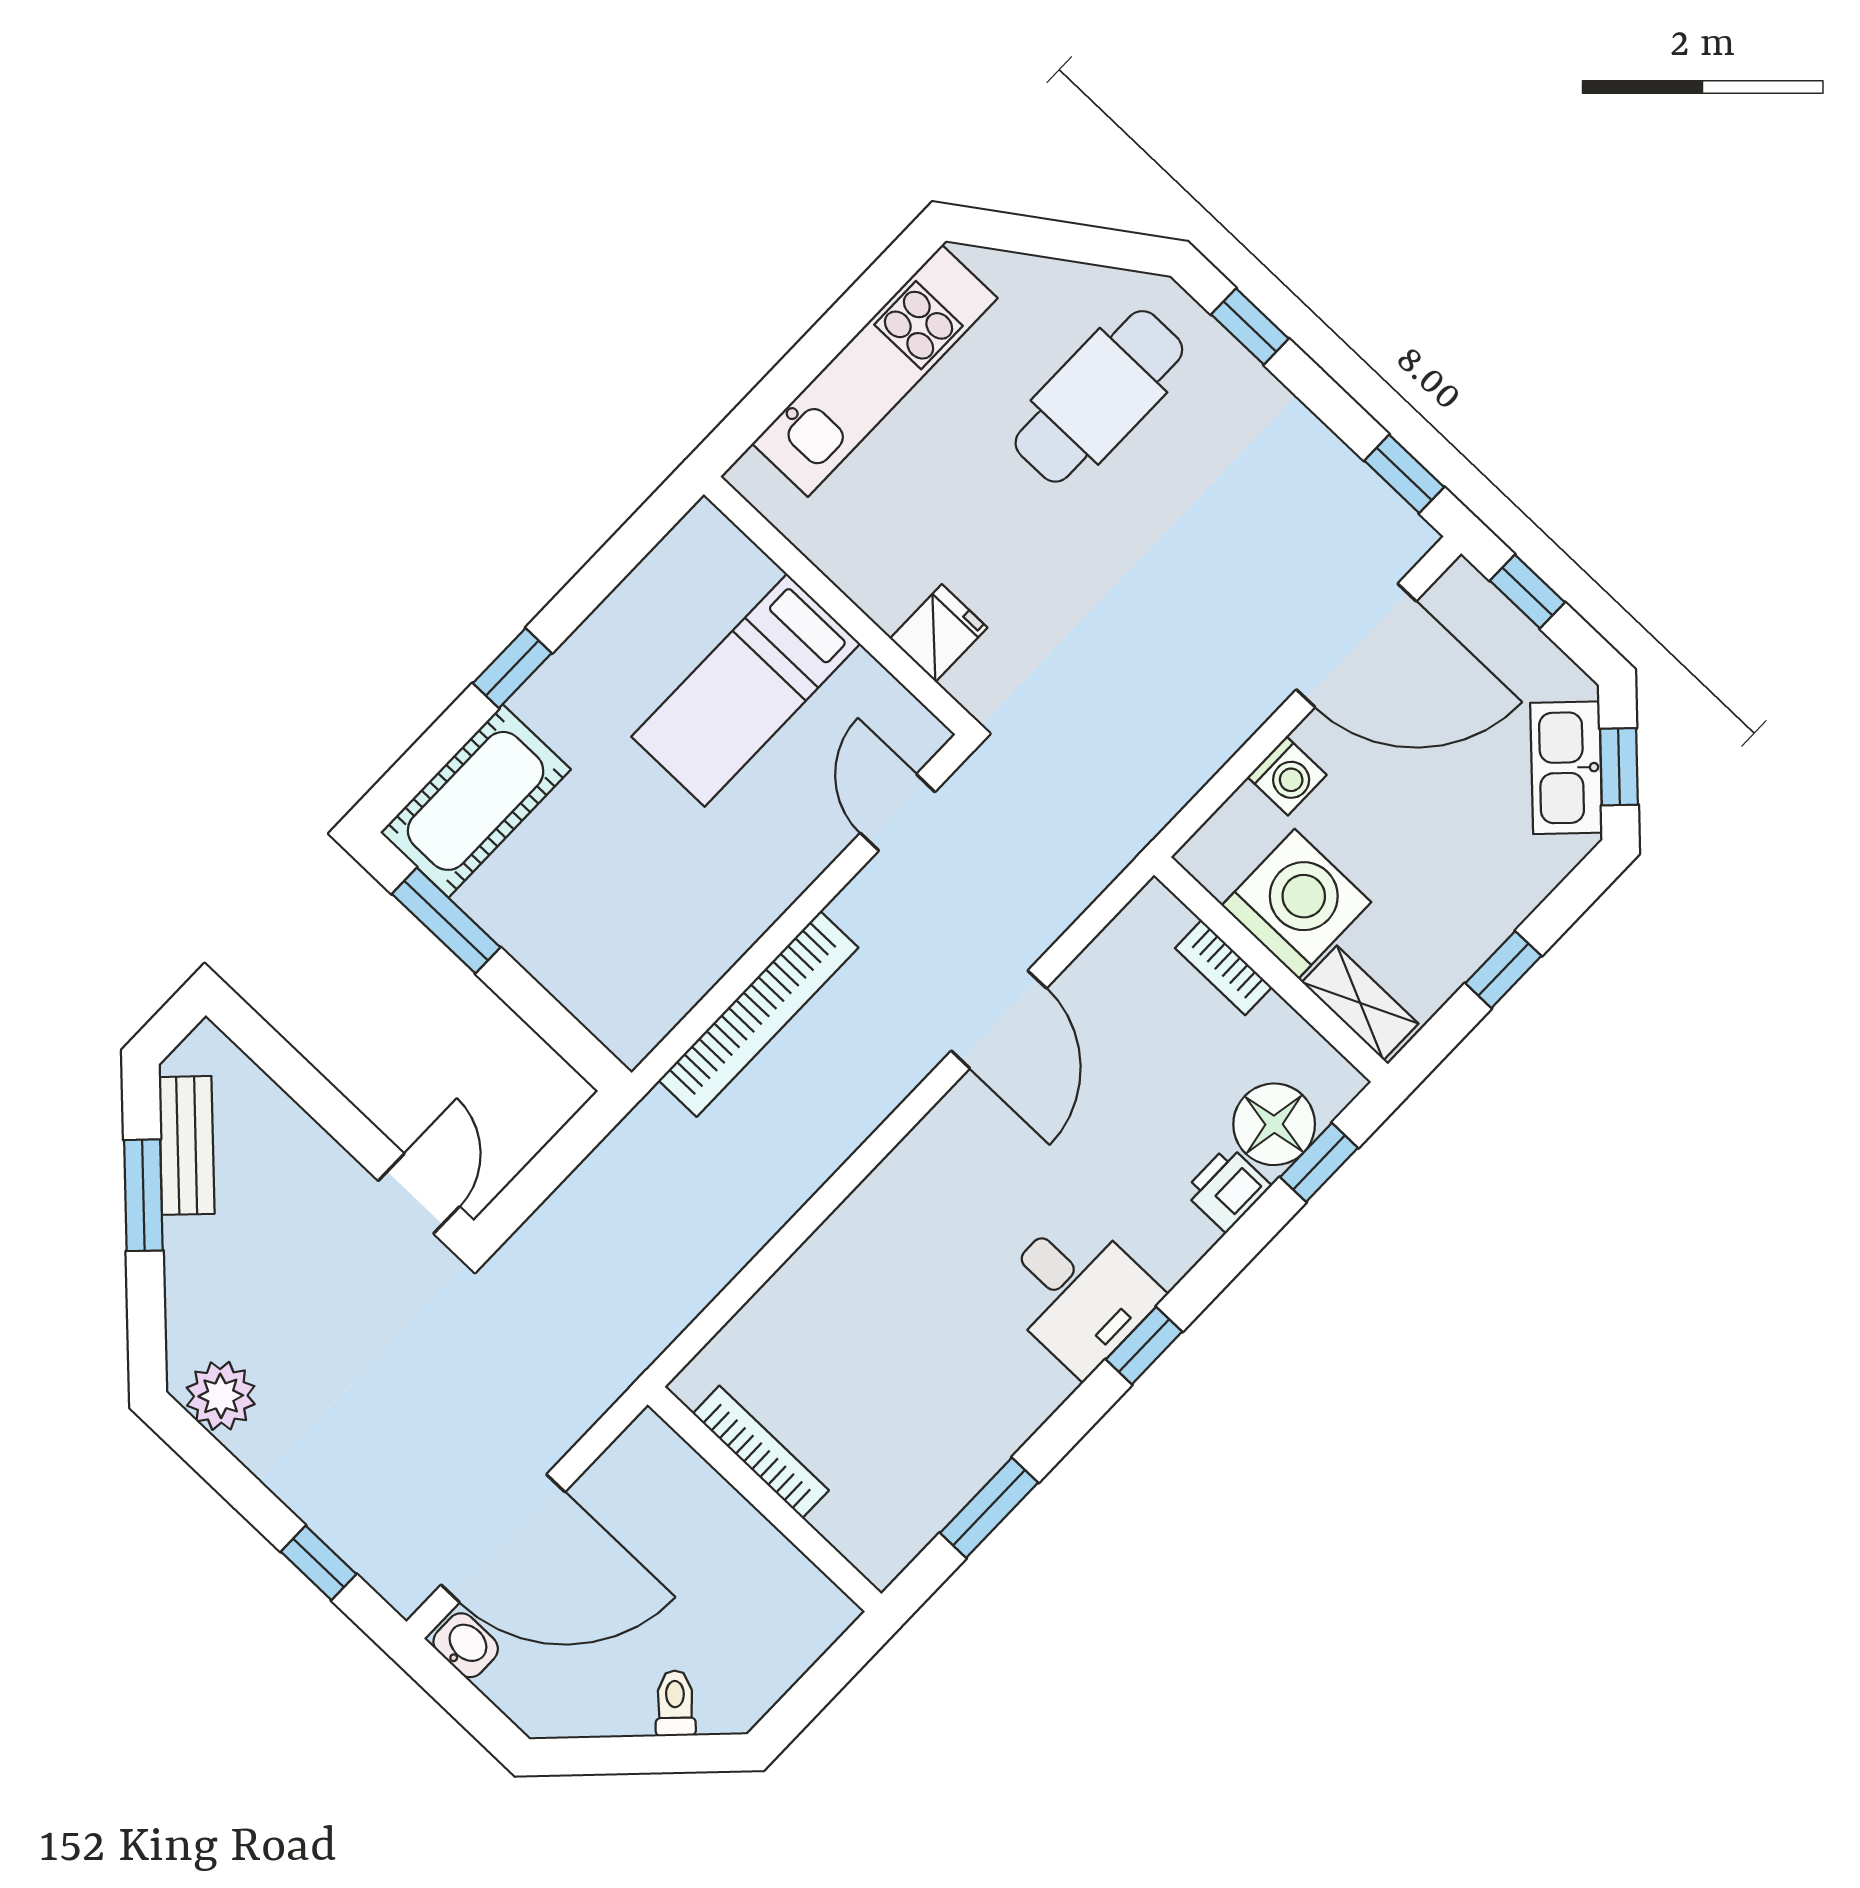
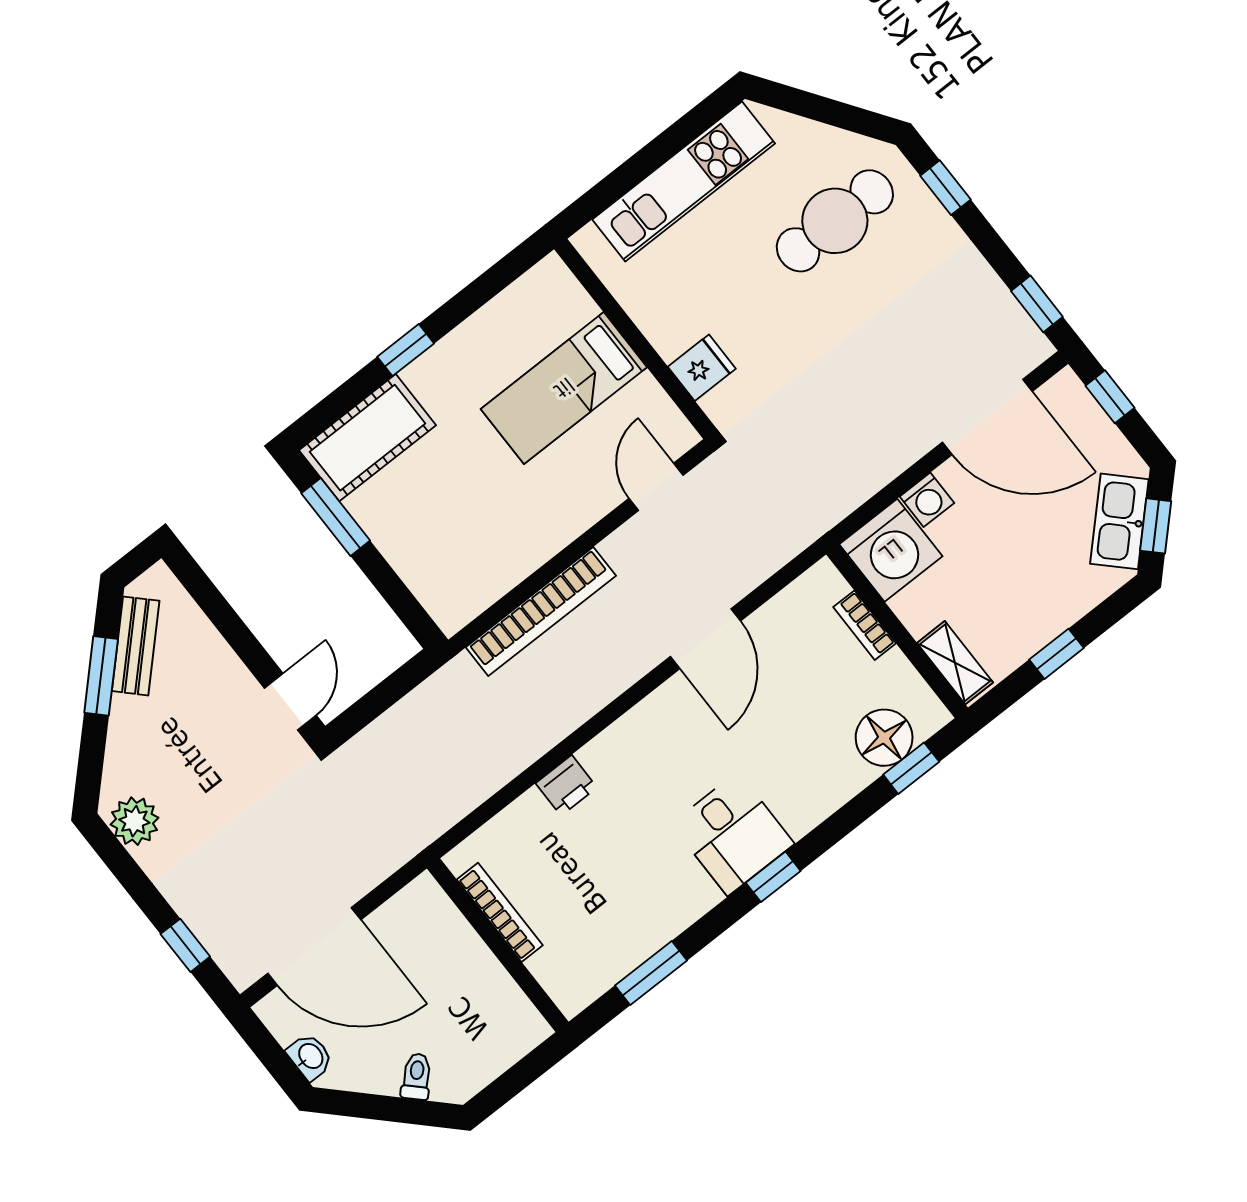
washing machine: (1296, 904) -> (891, 550), moved, turned 90
printer: (1227, 1189) -> (566, 785), moved, turned 180
washbasin: (466, 1645) -> (310, 1057), moved

